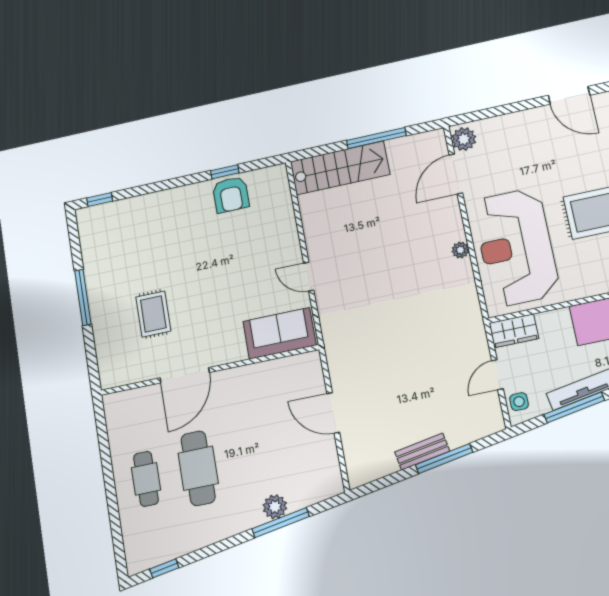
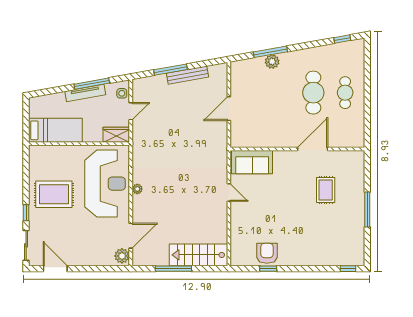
door: (333, 413) -> (229, 109), swing flipped
bench: (422, 452) -> (187, 75), width x1.36

